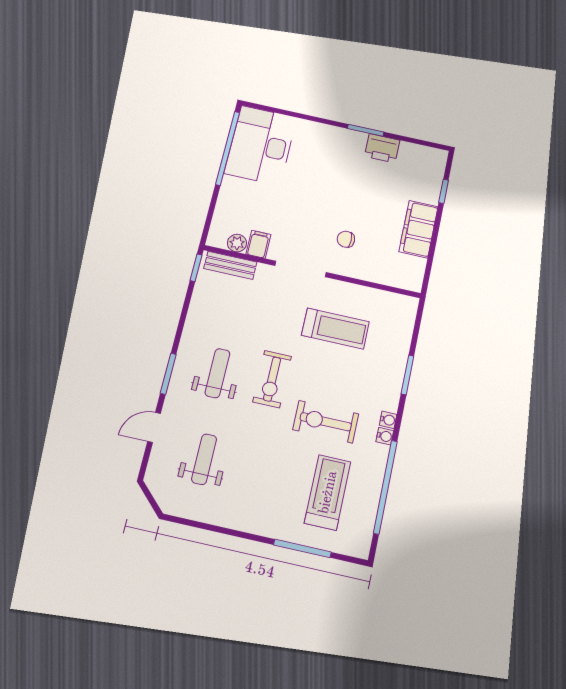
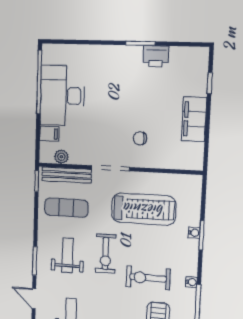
desk: (261, 145) -> (62, 96), moved
filing cabinet: (258, 244) -> (49, 134), moved, turned 90
bench: (230, 265) -> (67, 175), width x1.36
exercise mat: (230, 309) -> (66, 208), added
treadmill: (335, 328) -> (144, 209), width x1.37, depth x1.38
water cooler: (388, 420) -> (194, 233), moved
door: (154, 427) -> (34, 299), hinge flipped

